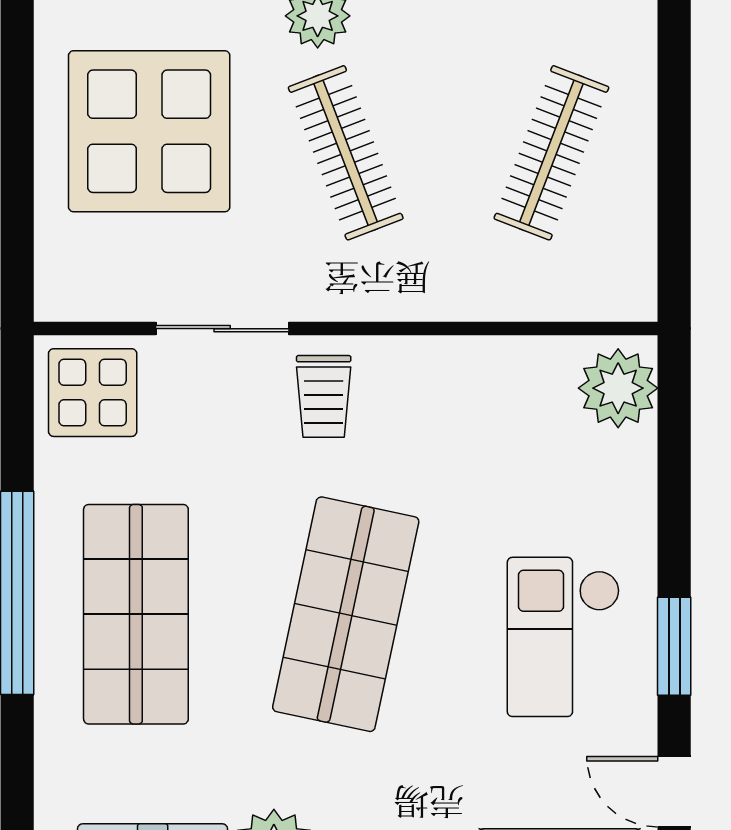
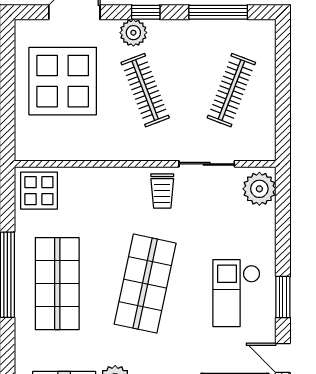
sliding door: (222, 329) -> (207, 164), moved
trolley: (324, 396) -> (162, 191), moved

